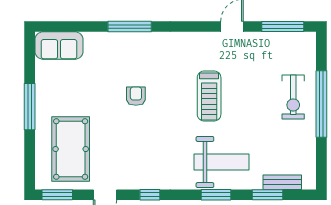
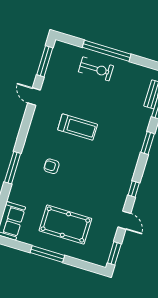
armchair: (136, 96) -> (52, 166), moved
pool table: (71, 149) -> (65, 225), moved
weight bench: (221, 162) -> (126, 132), removed

